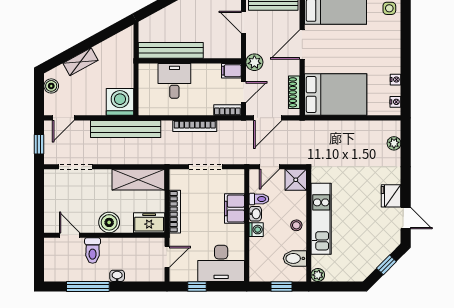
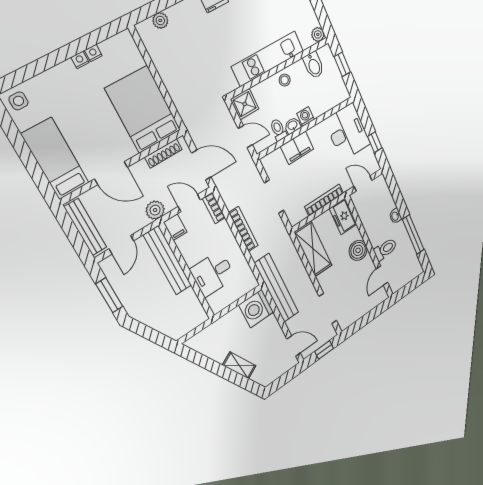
bench: (171, 50) -> (168, 260), moved
boiler: (51, 86) -> (272, 374), removed
nightstand: (395, 102) -> (80, 60), moved

